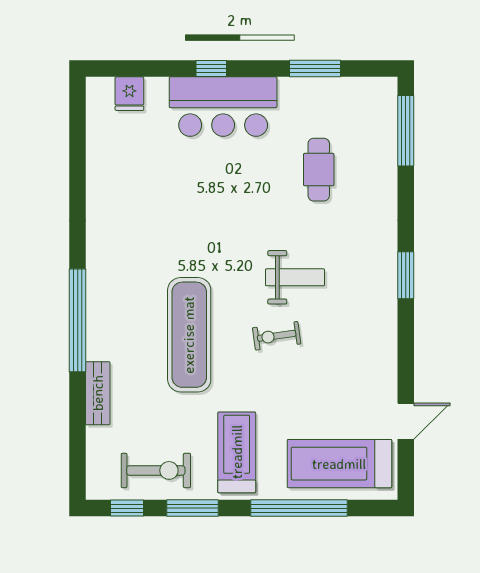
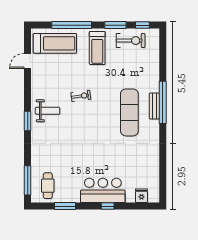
cafe table: (319, 170) -> (48, 186), moved
weight bench: (295, 277) -> (48, 111), moved, turned 180
exercise mat: (189, 335) -> (129, 112), moved
bench: (98, 393) -> (154, 106), moved
exercise bike: (156, 470) -> (131, 41), turned 180

